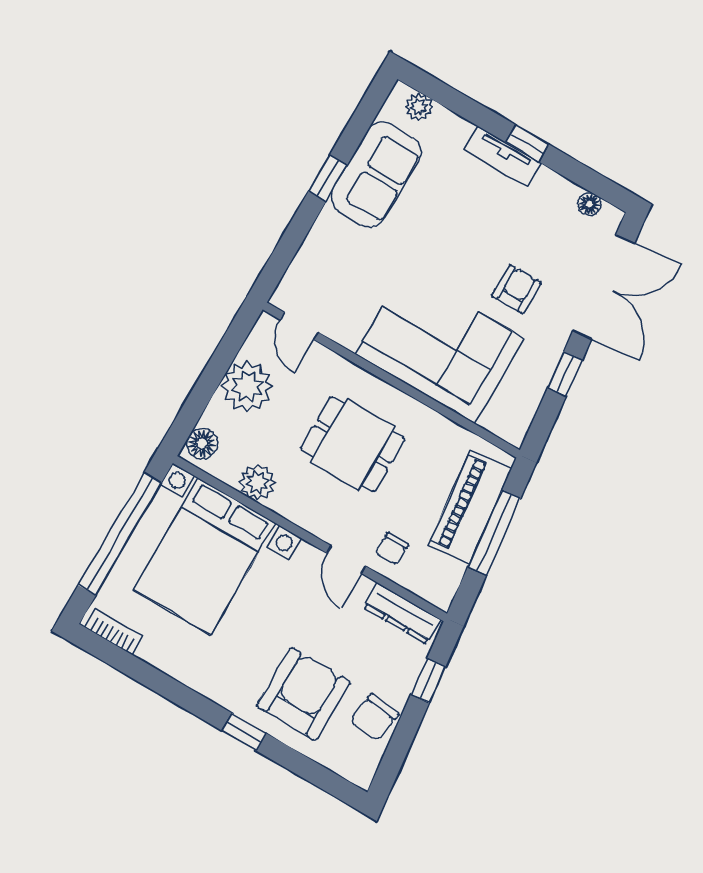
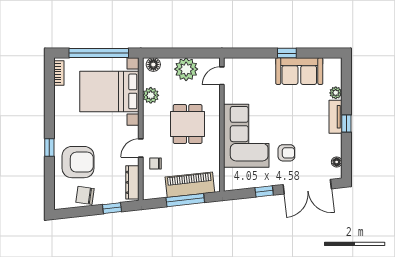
plant: (419, 107) -> (336, 93), moved

